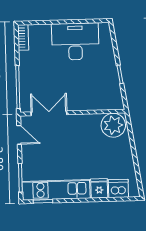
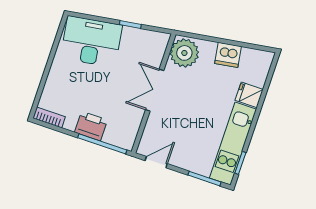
desk: (75, 41) -> (91, 42), moved, turned 81
printer: (28, 73) -> (91, 126), added
double door: (49, 113) -> (155, 90), moved
dishwasher: (118, 189) -> (228, 55), moved, turned -99

